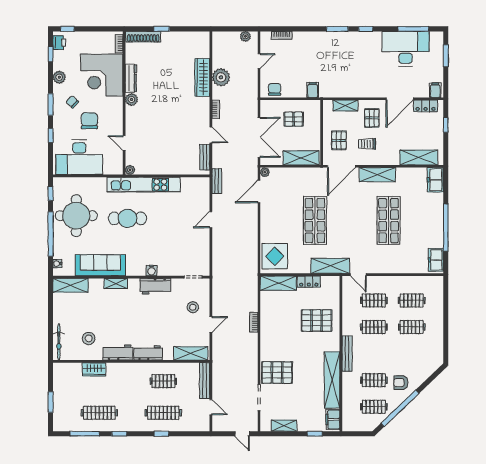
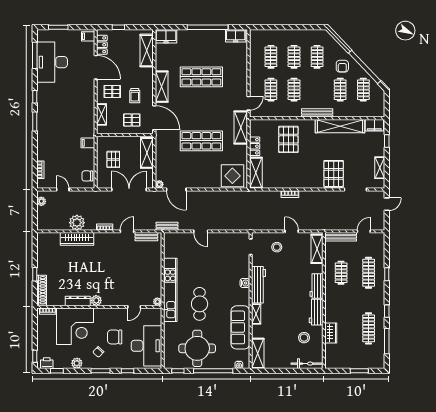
workbench: (155, 286) -> (259, 285), width x1.37
clothes rail: (412, 354) -> (317, 57), added

